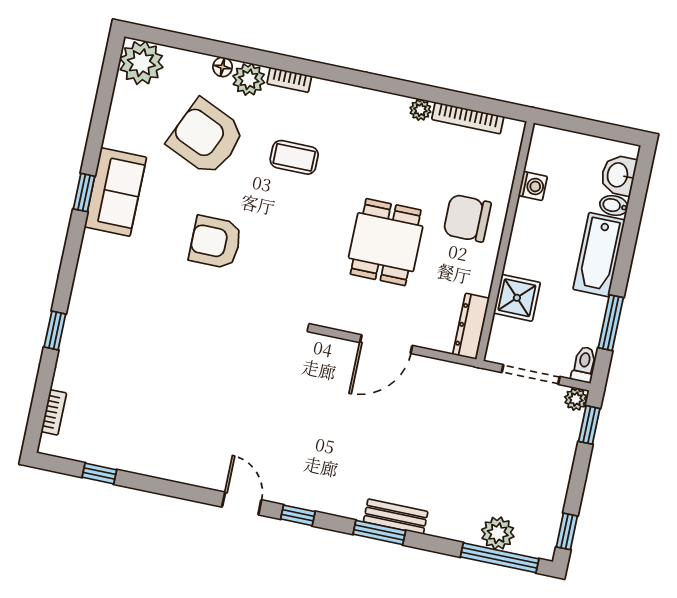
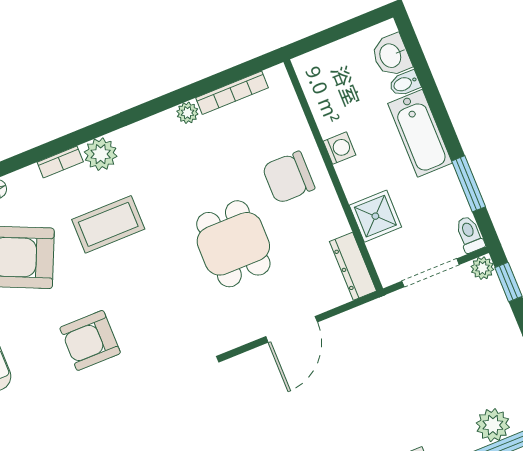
plant: (249, 79) -> (101, 154), moved
coffee table: (294, 157) -> (108, 224), width x1.36, depth x1.30
washing machine: (533, 186) -> (340, 148), moved

